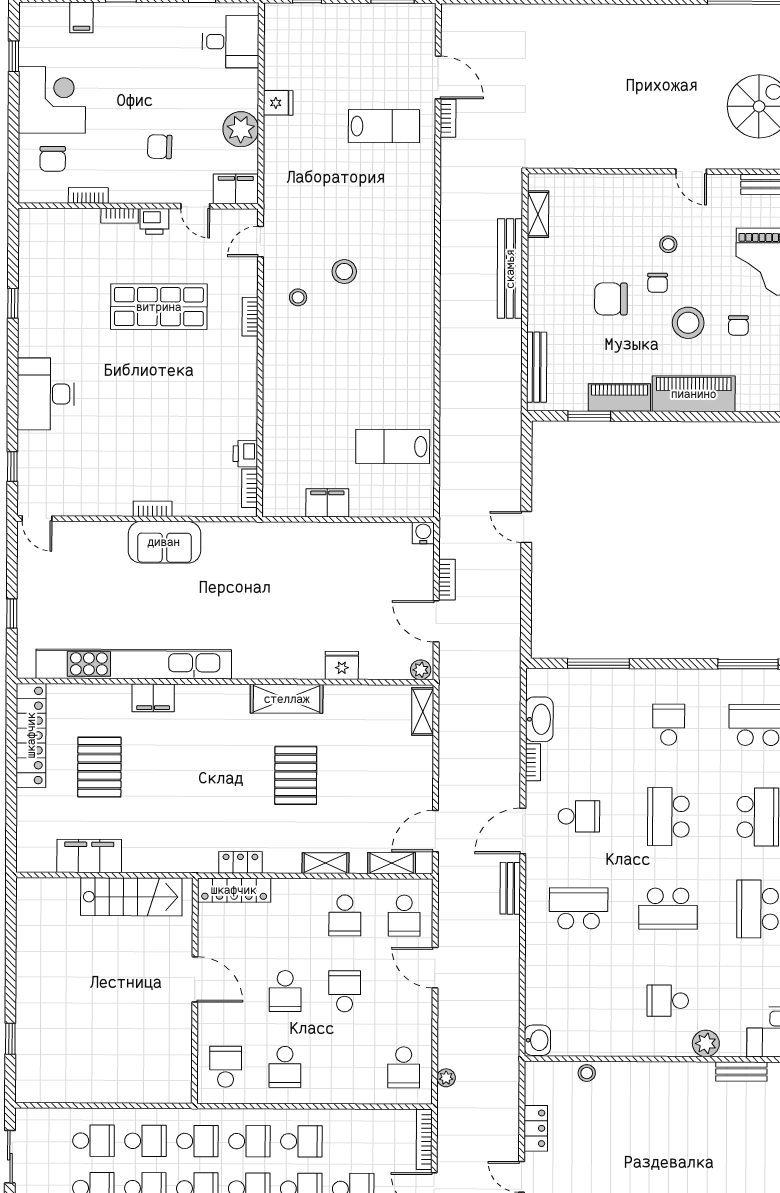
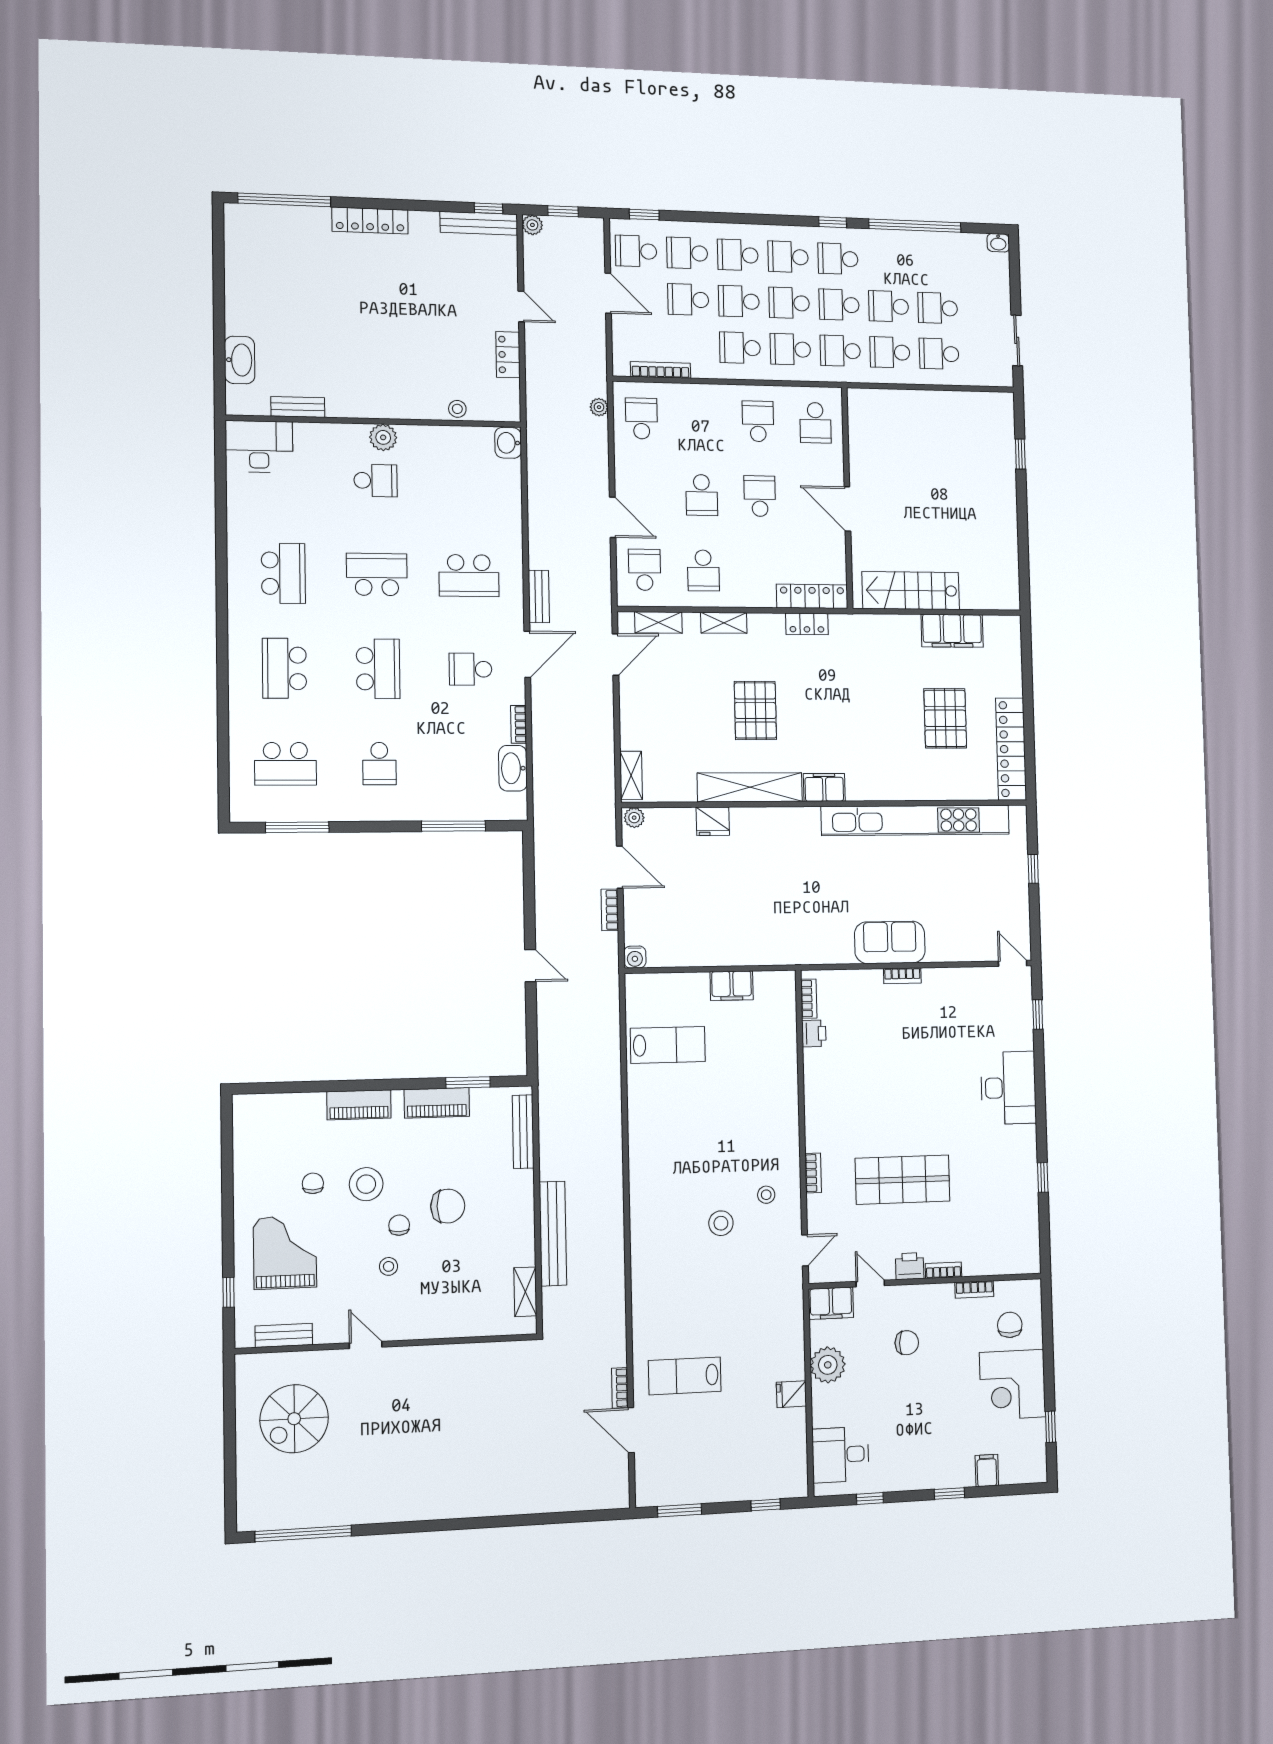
piano: (694, 394) -> (359, 1105), width x0.73, depth x0.75
filing cabinet: (153, 698) -> (824, 787), moved
shelving: (287, 699) -> (750, 787), width x1.47
school desk: (345, 915) -> (703, 570), turned 180
plant: (706, 1043) -> (383, 437), moved
bookcase: (424, 1139) -> (661, 370), moved, turned -90

